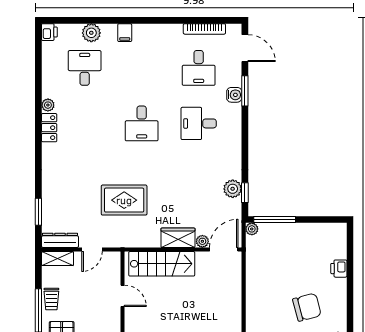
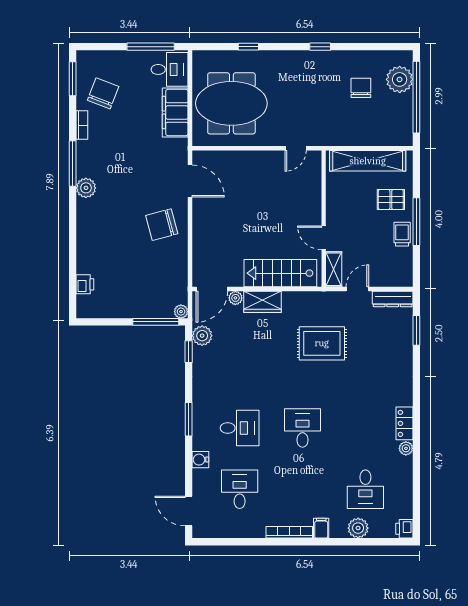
bookcase: (204, 29) -> (289, 532), moved
window: (245, 91) -> (189, 419), moved
plant: (233, 189) -> (202, 336), moved
shelving: (58, 259) -> (334, 269), moved, turned 90
printer: (339, 269) -> (85, 284), moved
chair: (307, 307) -> (162, 225), moved

